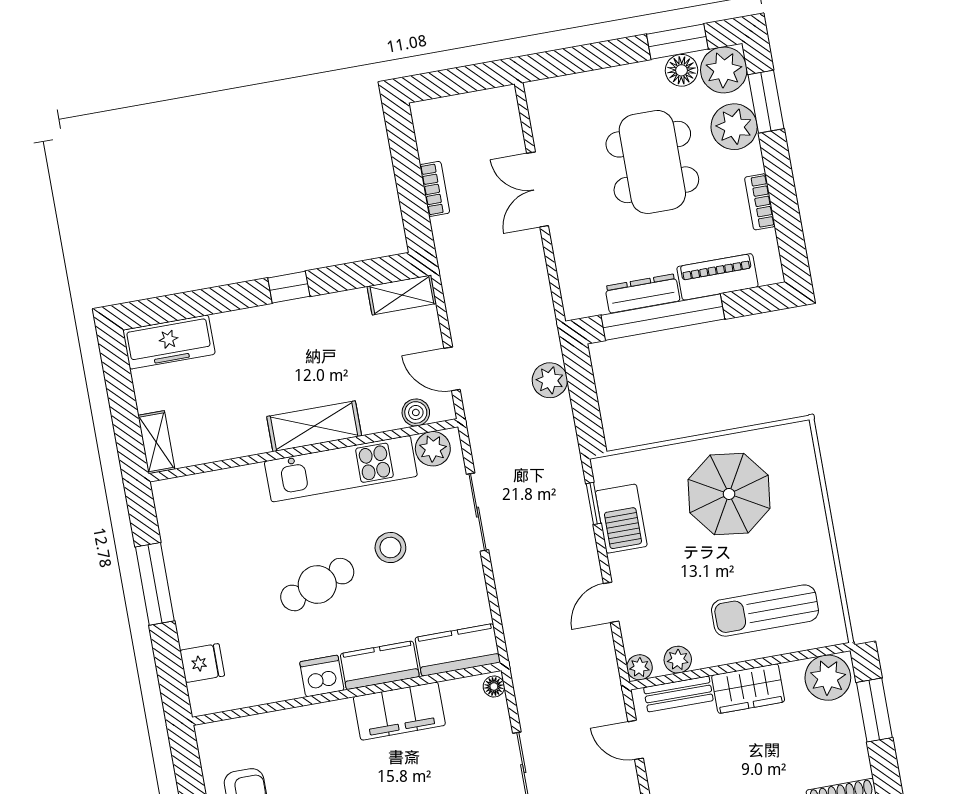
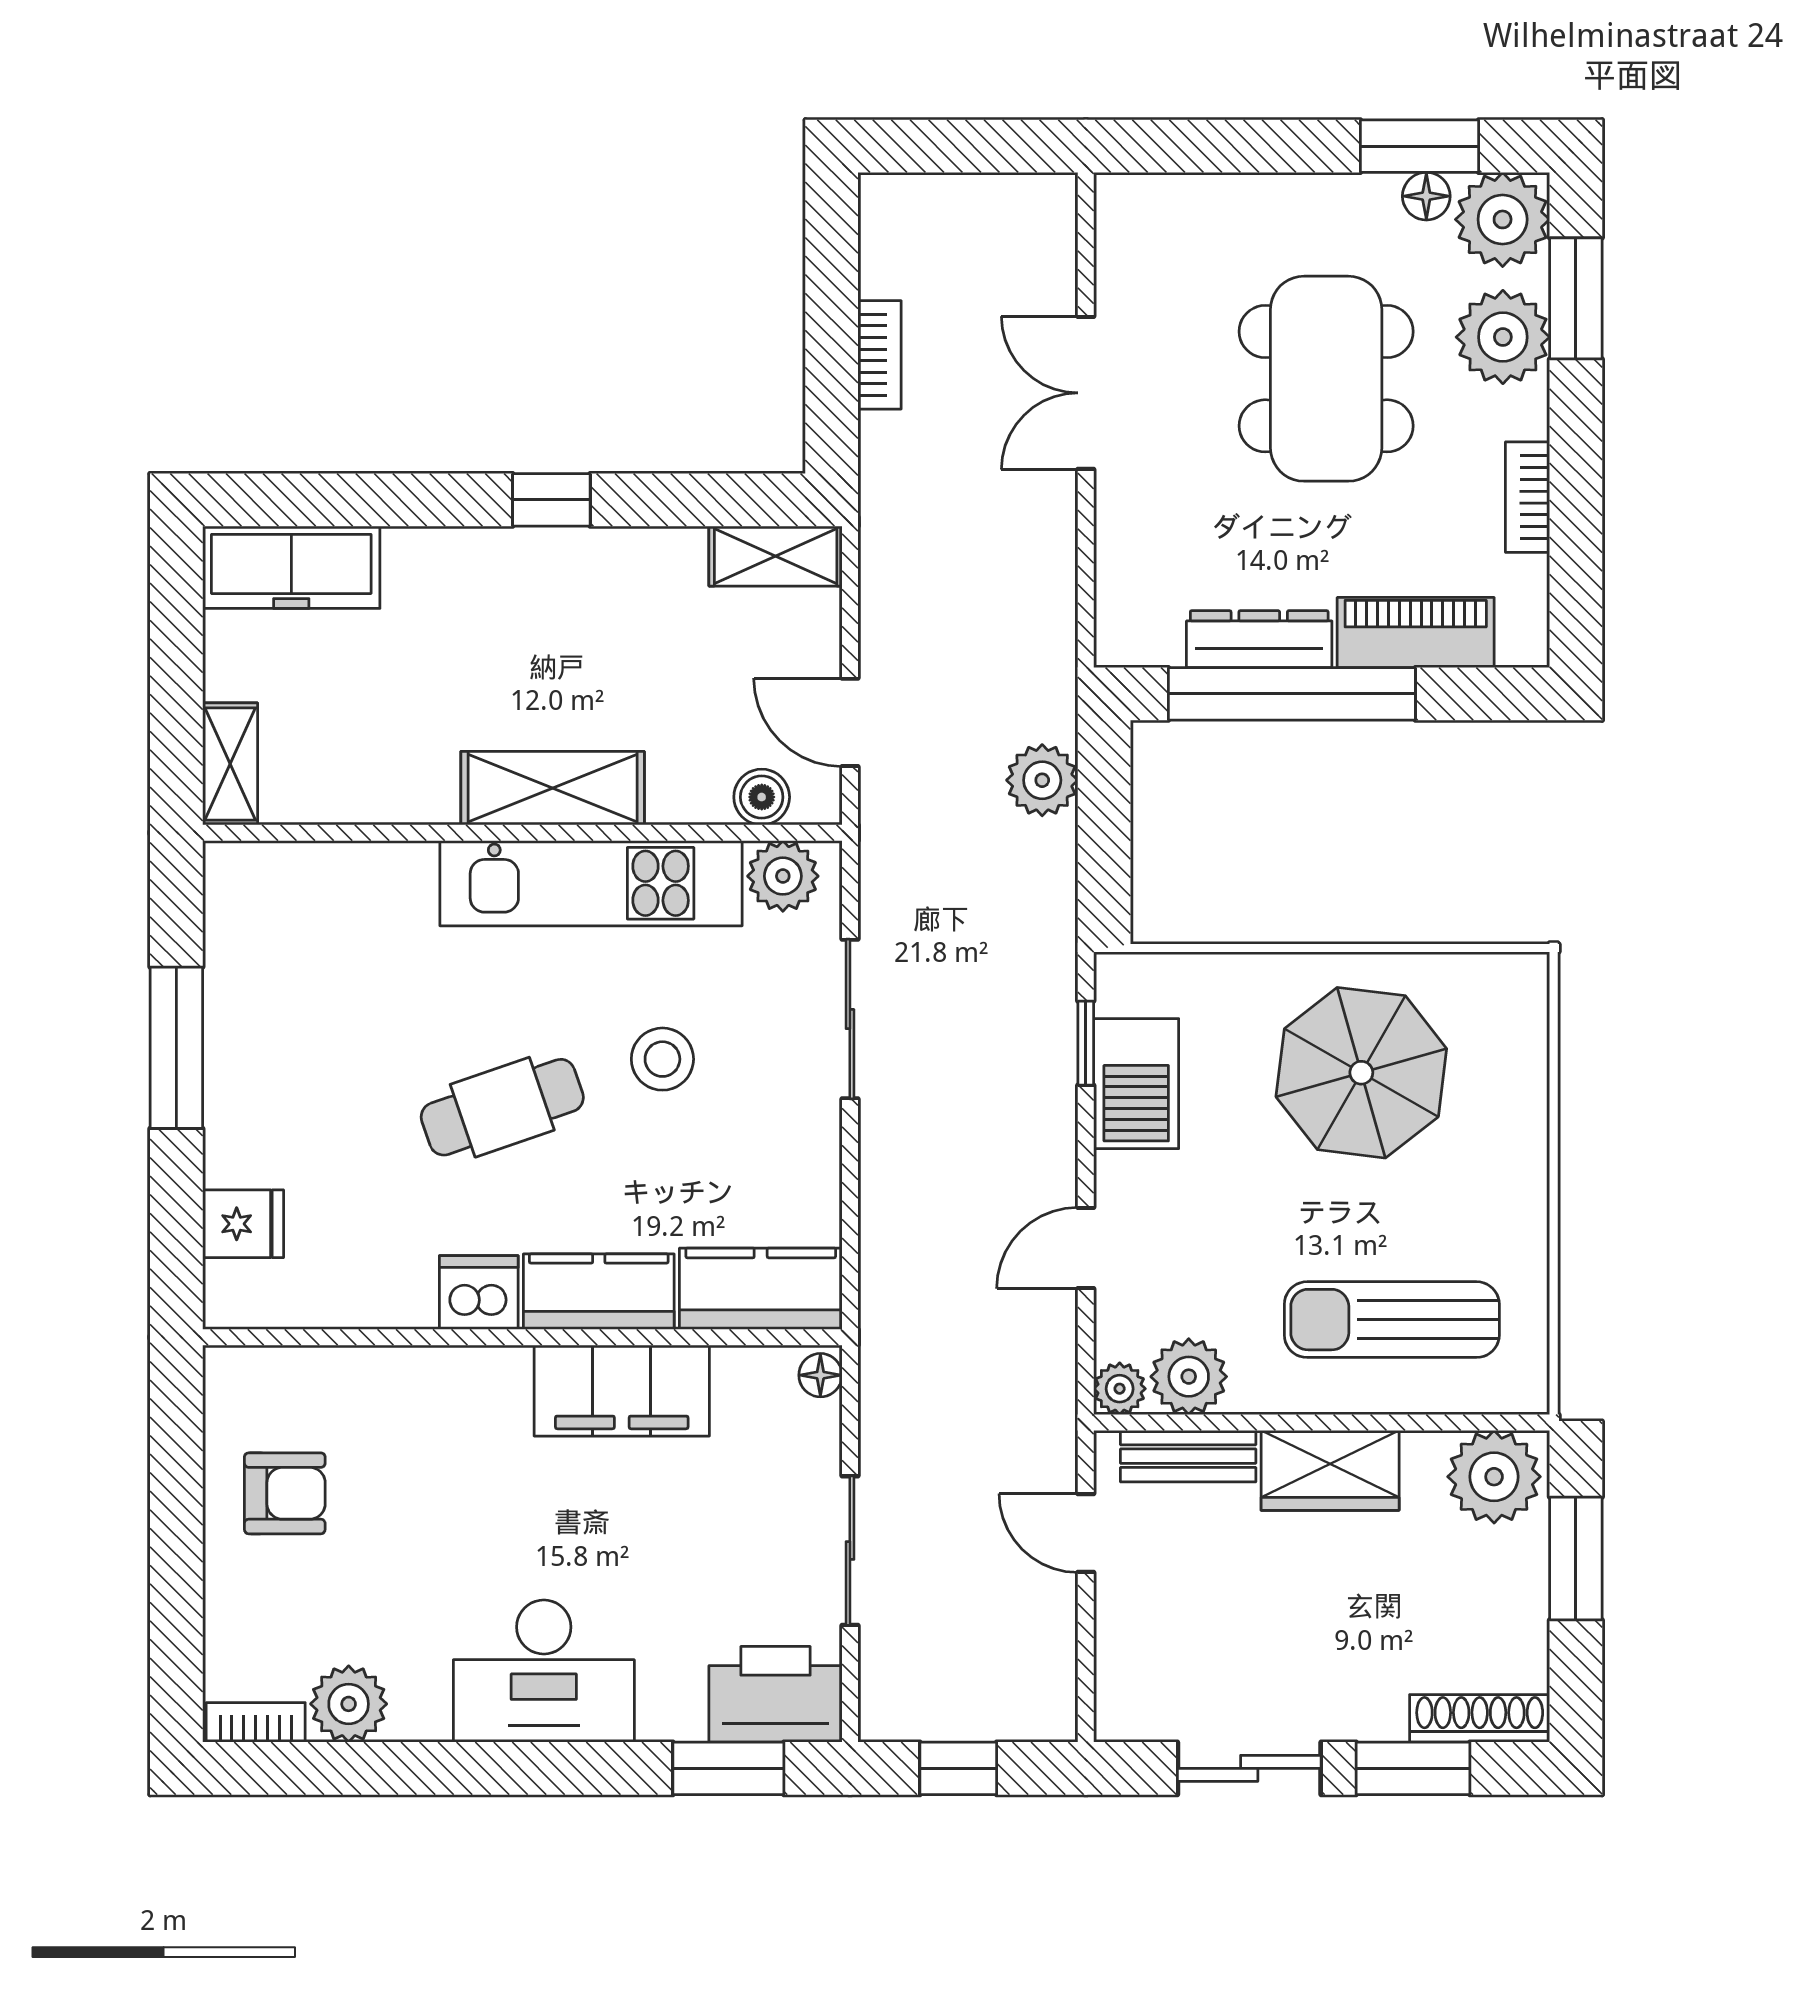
floor lamp: (681, 70) -> (1426, 196), width x0.73, depth x0.73
plant: (678, 660) -> (1189, 1377), width x1.38, depth x1.38

